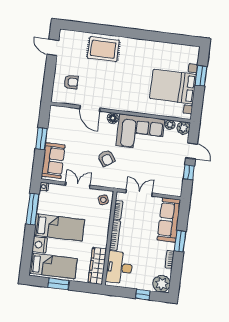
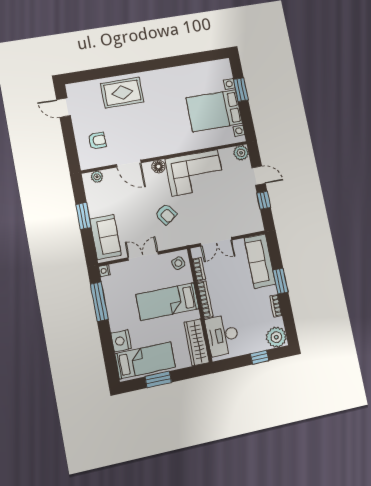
plant: (170, 125) -> (97, 177), moved
double door: (139, 193) -> (216, 242), swing flipped
bed: (59, 227) -> (167, 302), moved, turned 180

